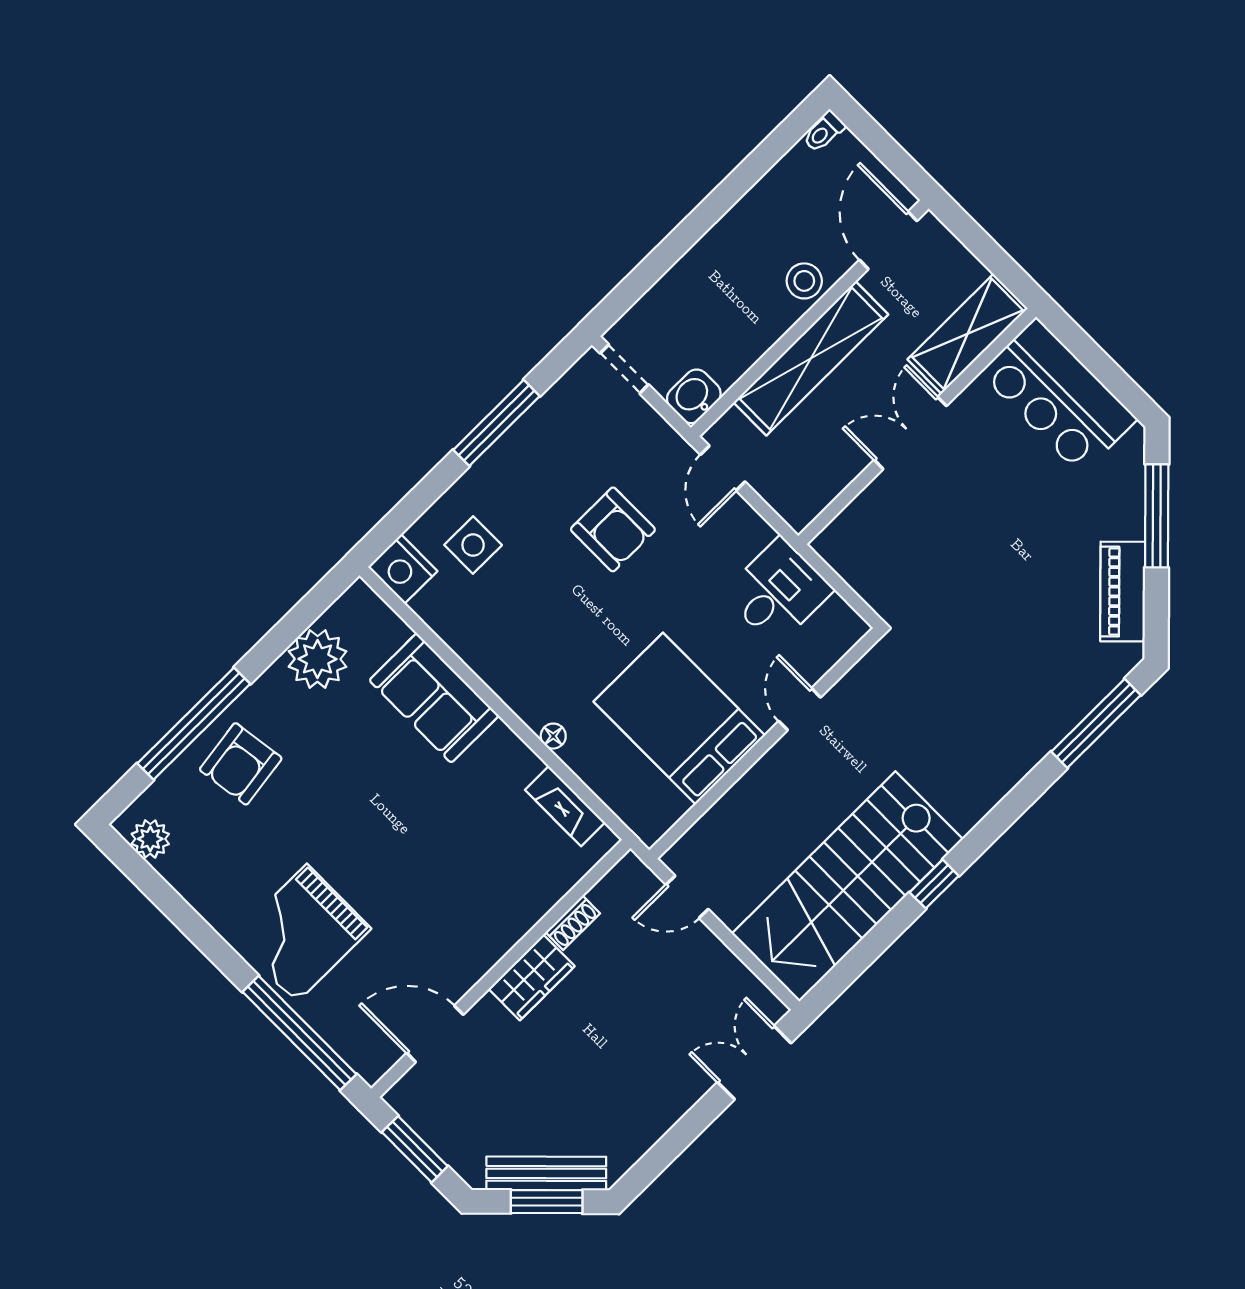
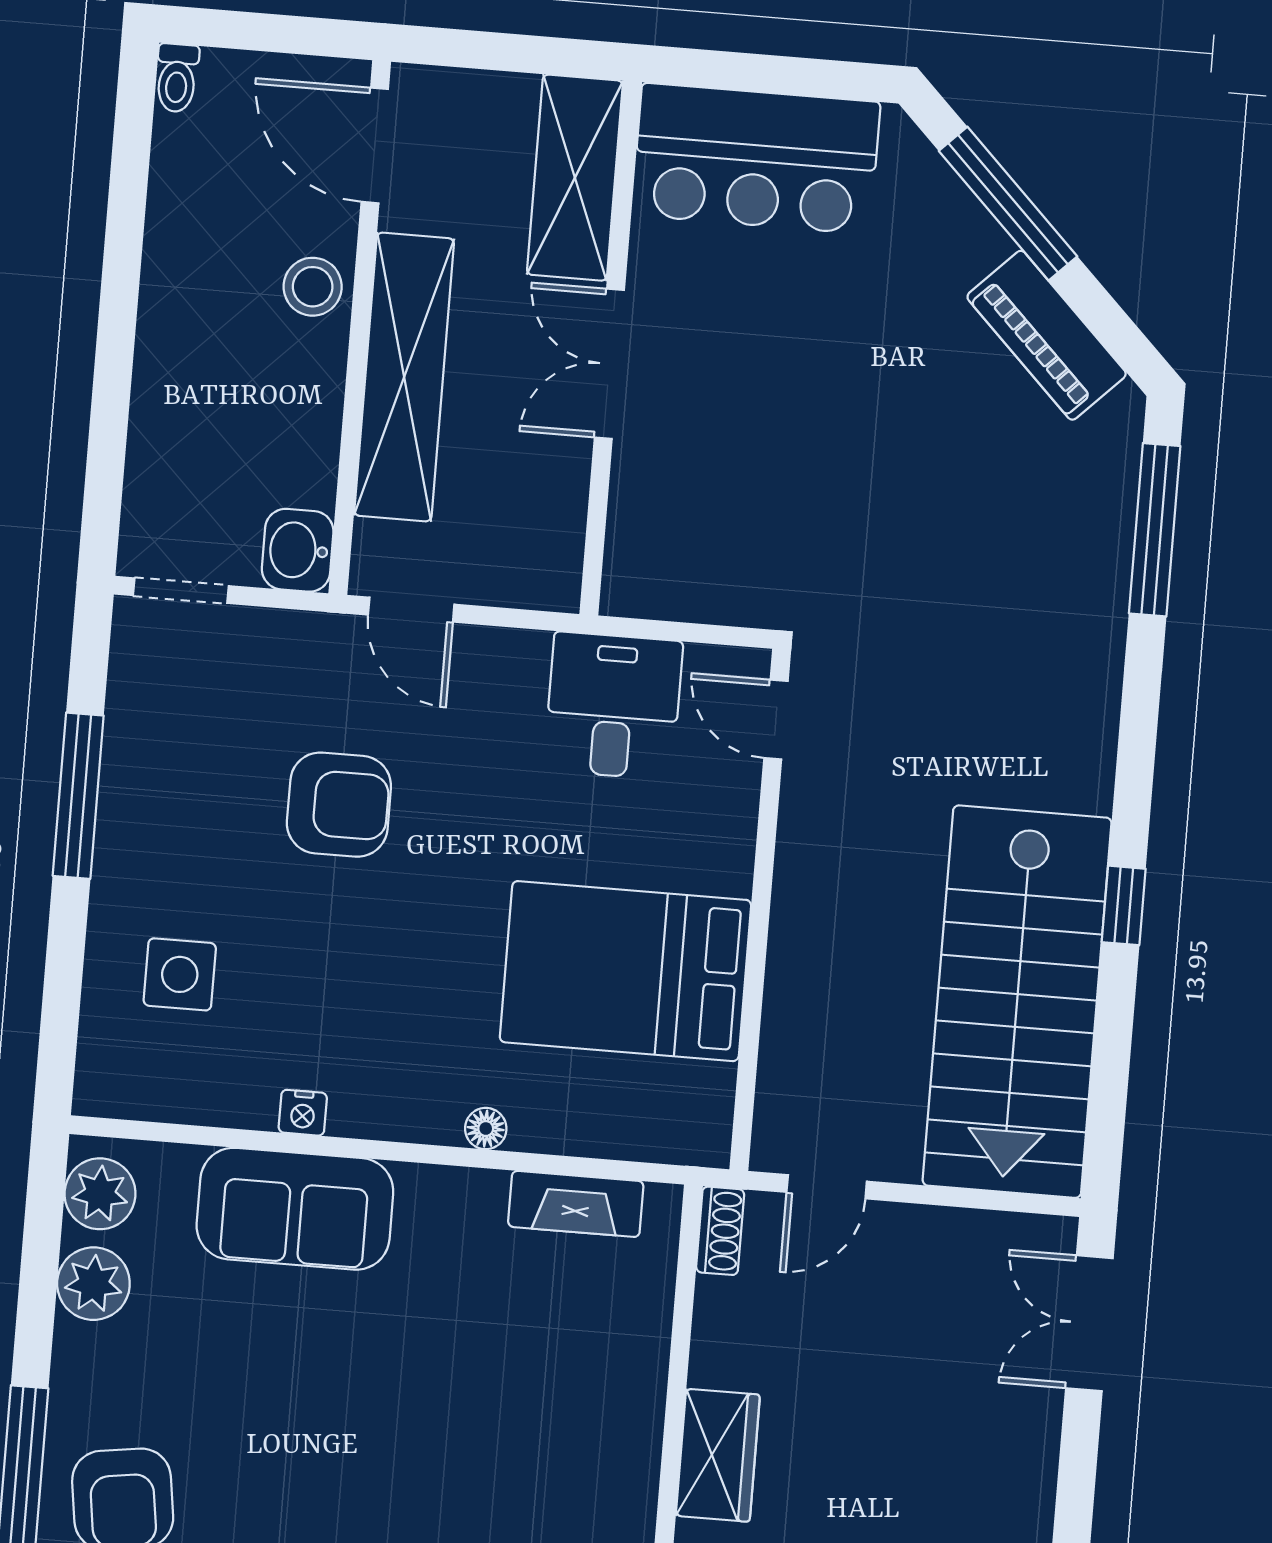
nightstand: (403, 569) -> (303, 1113), moved, width x0.53, depth x0.56
plant: (350, 615) -> (100, 1194), added
plant: (318, 659) -> (93, 1284), width x0.73, depth x0.73
door: (800, 709) -> (776, 719), moved
shoe rack: (573, 923) -> (720, 1231), moved

